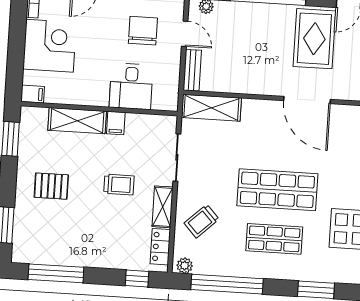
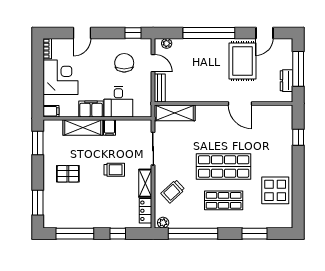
filing cabinet: (91, 94) -> (91, 109), added
door: (307, 100) -> (240, 103), width x0.73
window: (137, 278) -> (118, 234), moved

